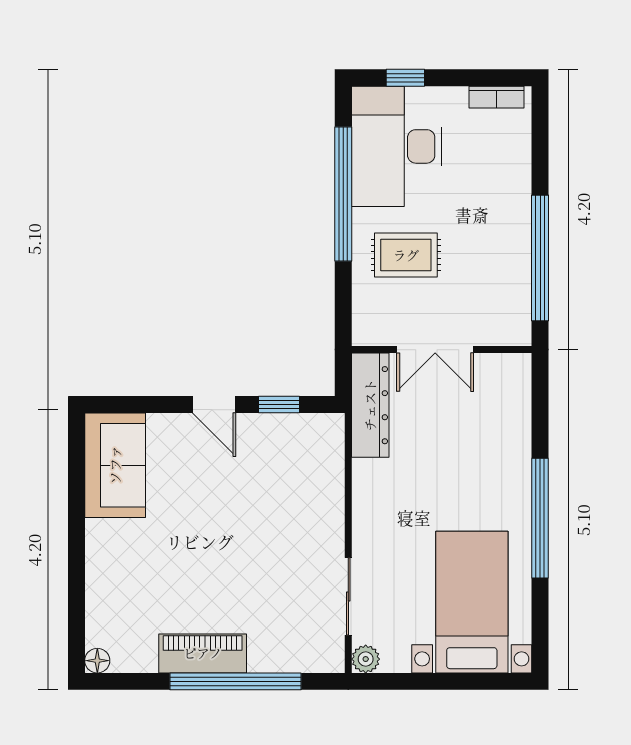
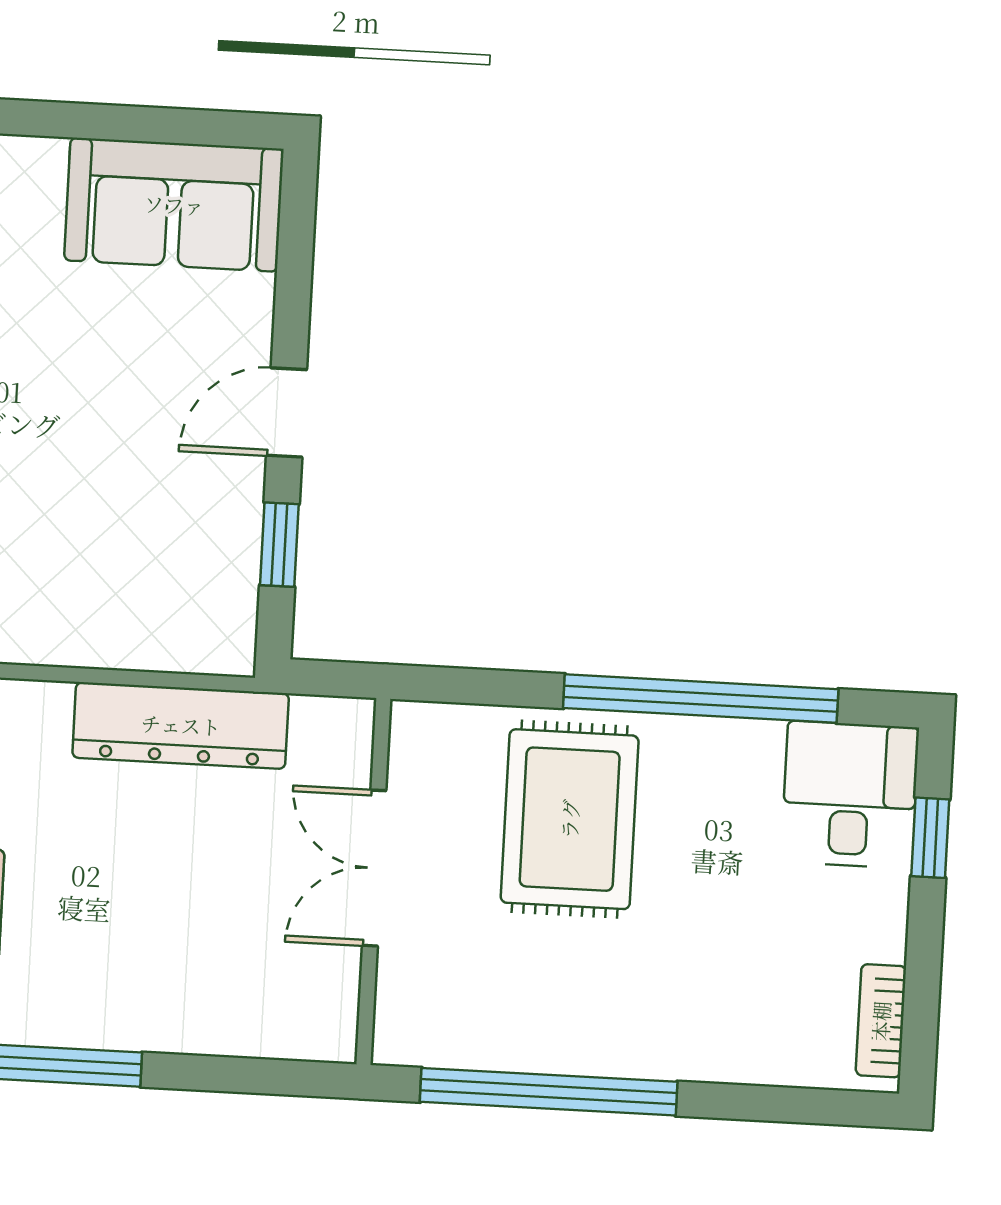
desk: (397, 146) -> (850, 795), width x0.53, depth x0.77
rug: (406, 255) -> (570, 819), width x1.36, depth x1.43
dresser: (370, 405) -> (181, 725), moved

